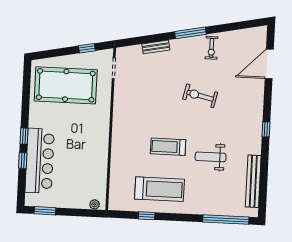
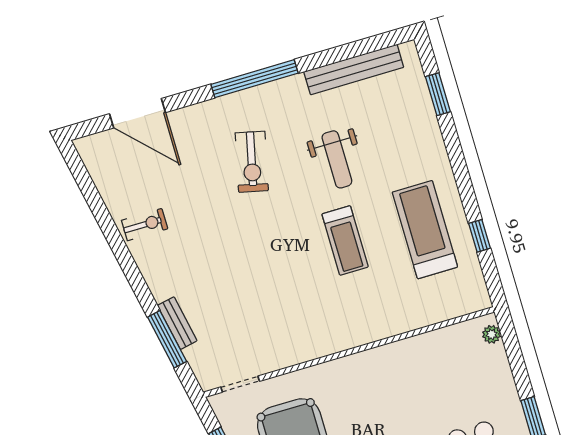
window: (190, 33) -> (167, 339), moved
exercise bike: (200, 96) -> (252, 162), moved
window: (266, 129) -> (255, 79), width x3.17
window: (226, 220) -> (438, 94), width x0.47

